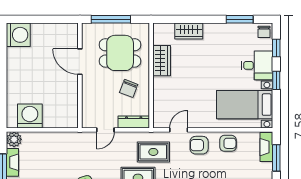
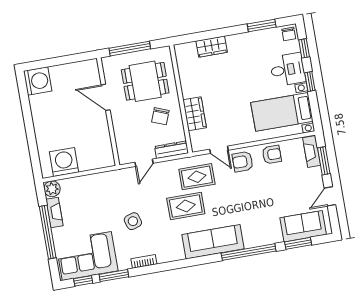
wardrobe: (162, 61) -> (195, 114), moved
door: (179, 130) -> (219, 150), swing flipped

